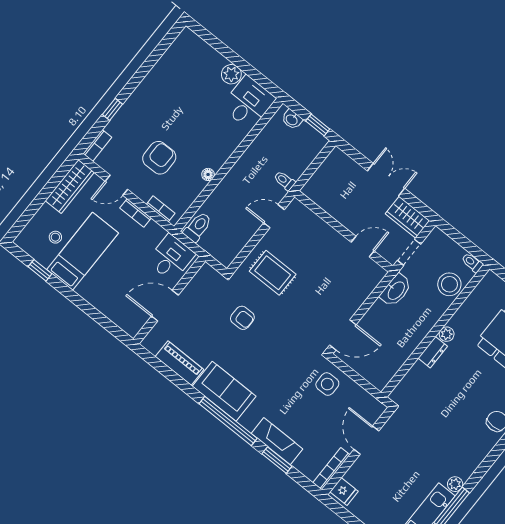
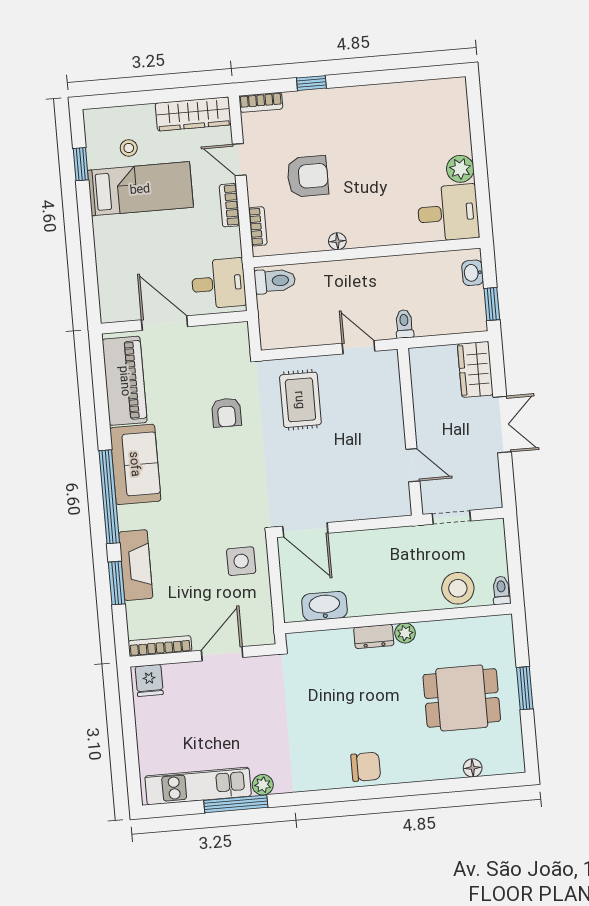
wardrobe: (407, 217) -> (475, 369), moved
washbasin: (396, 290) -> (324, 606), moved, turned 180
piano: (180, 363) -> (125, 381), width x1.37, depth x1.33

